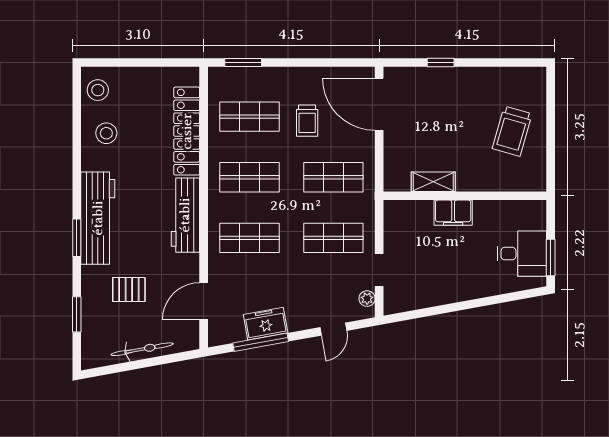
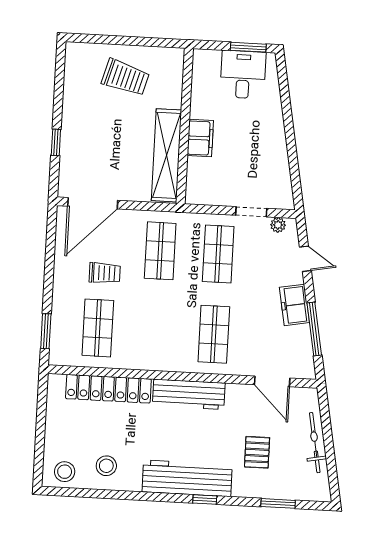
shop shelf: (249, 177) -> (156, 331), removed
shelving: (433, 182) -> (166, 155), width x2.20, depth x1.33
window: (77, 238) -> (205, 499), width x0.67
freezer: (266, 324) -> (294, 305), moved

